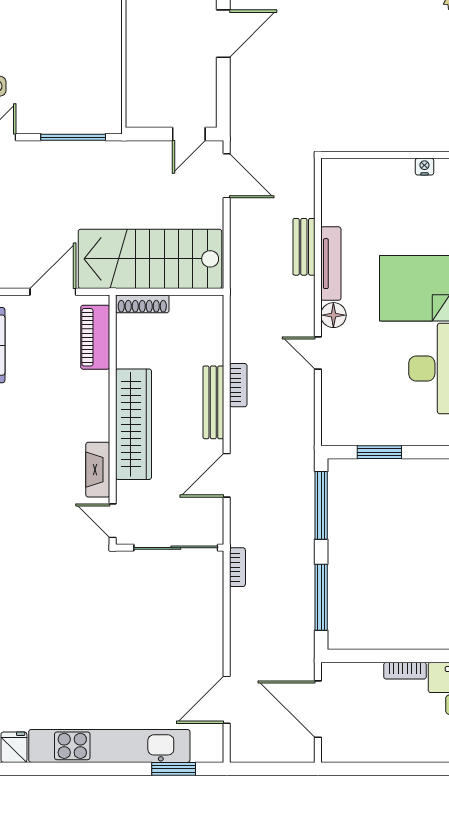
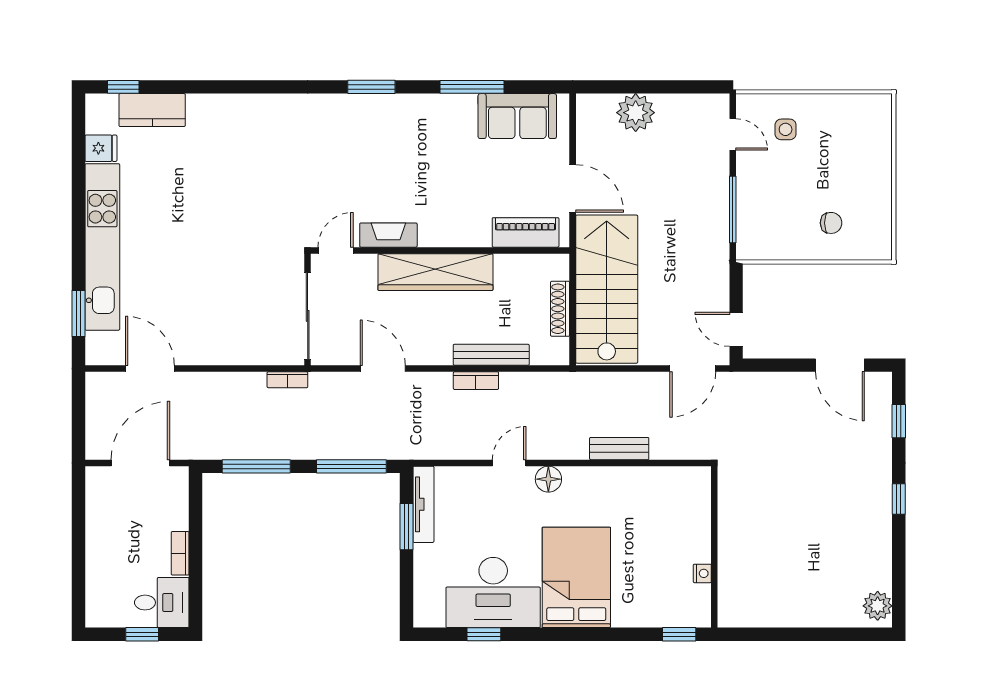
chair: (86, 42) -> (831, 223), added
tv unit: (331, 264) -> (423, 504), moved, turned -90
shoe rack: (142, 304) -> (560, 309), moved
bench: (213, 402) -> (491, 355), moved

